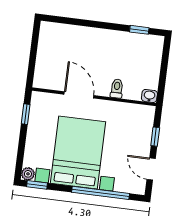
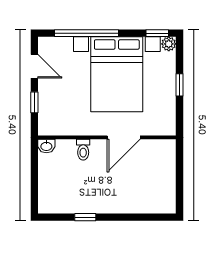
window: (139, 30) -> (85, 217), moved
door: (79, 95) -> (124, 137), hinge flipped
window: (26, 114) -> (180, 85), moved

